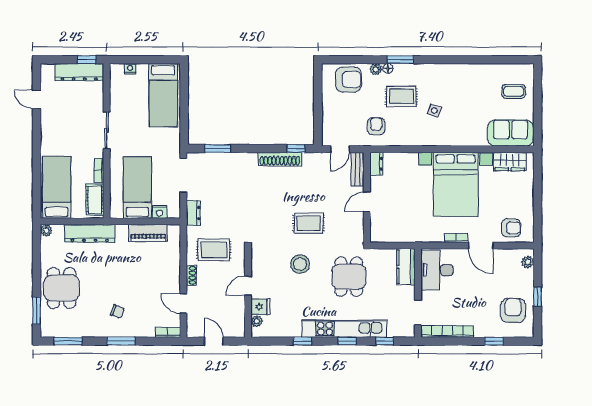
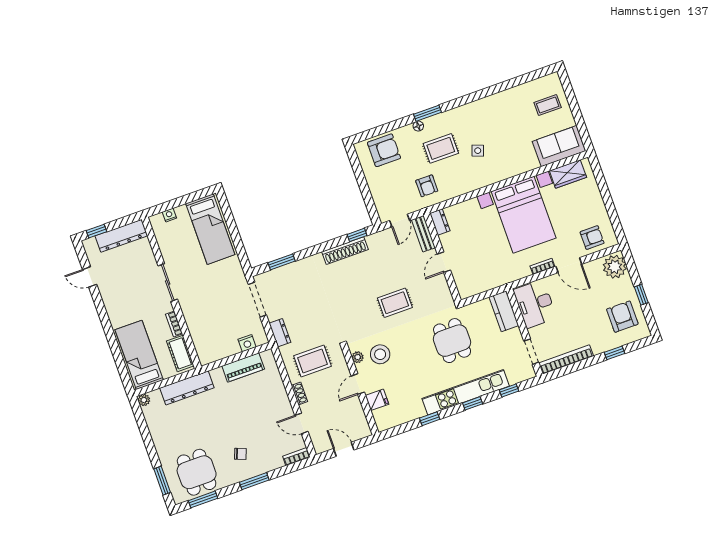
window: (87, 60) -> (96, 231), moved
plant: (376, 69) -> (407, 131), removed
armchair: (376, 126) -> (427, 186), turned 180
bed: (137, 188) -> (217, 327), removed
plant: (528, 262) -> (615, 267), width x1.87, depth x1.87
stool: (300, 264) -> (380, 354), moved
dining table: (62, 288) -> (197, 472), moved
plant: (257, 321) -> (358, 357), moved

